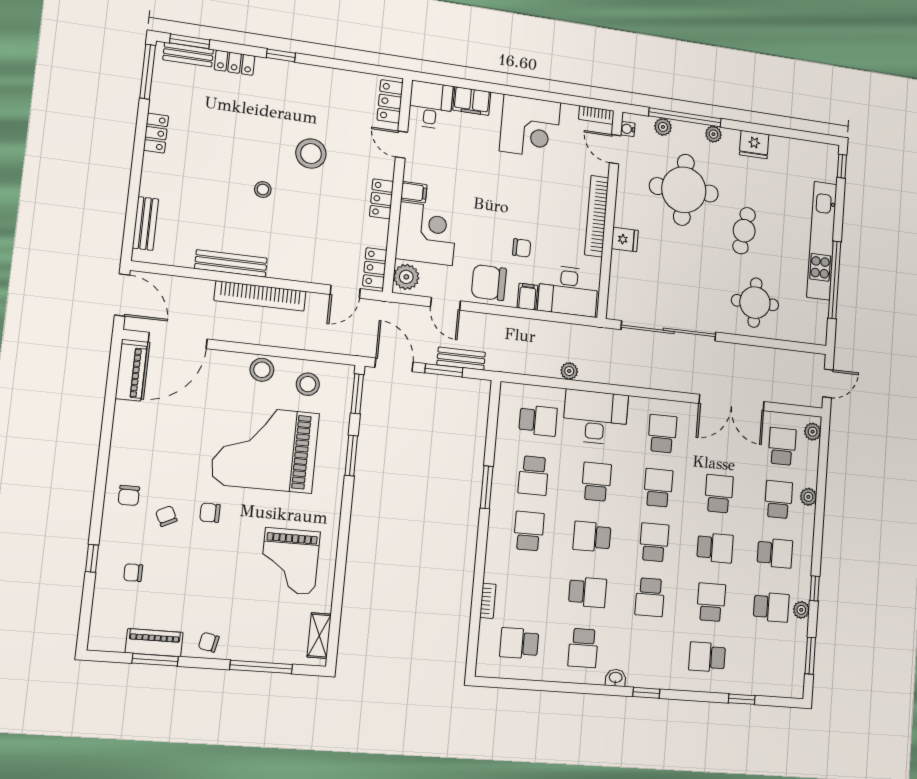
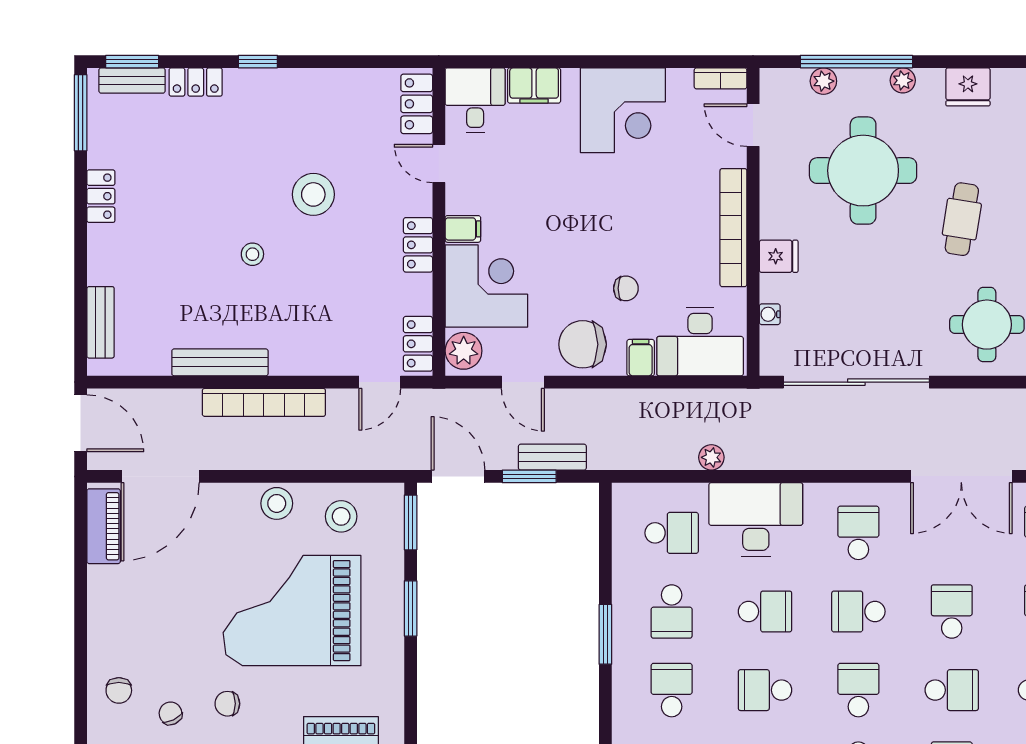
water cooler: (628, 129) -> (770, 314), moved
school desk: (596, 482) -> (765, 611), turned 90
school desk: (658, 488) -> (858, 611), turned -90

